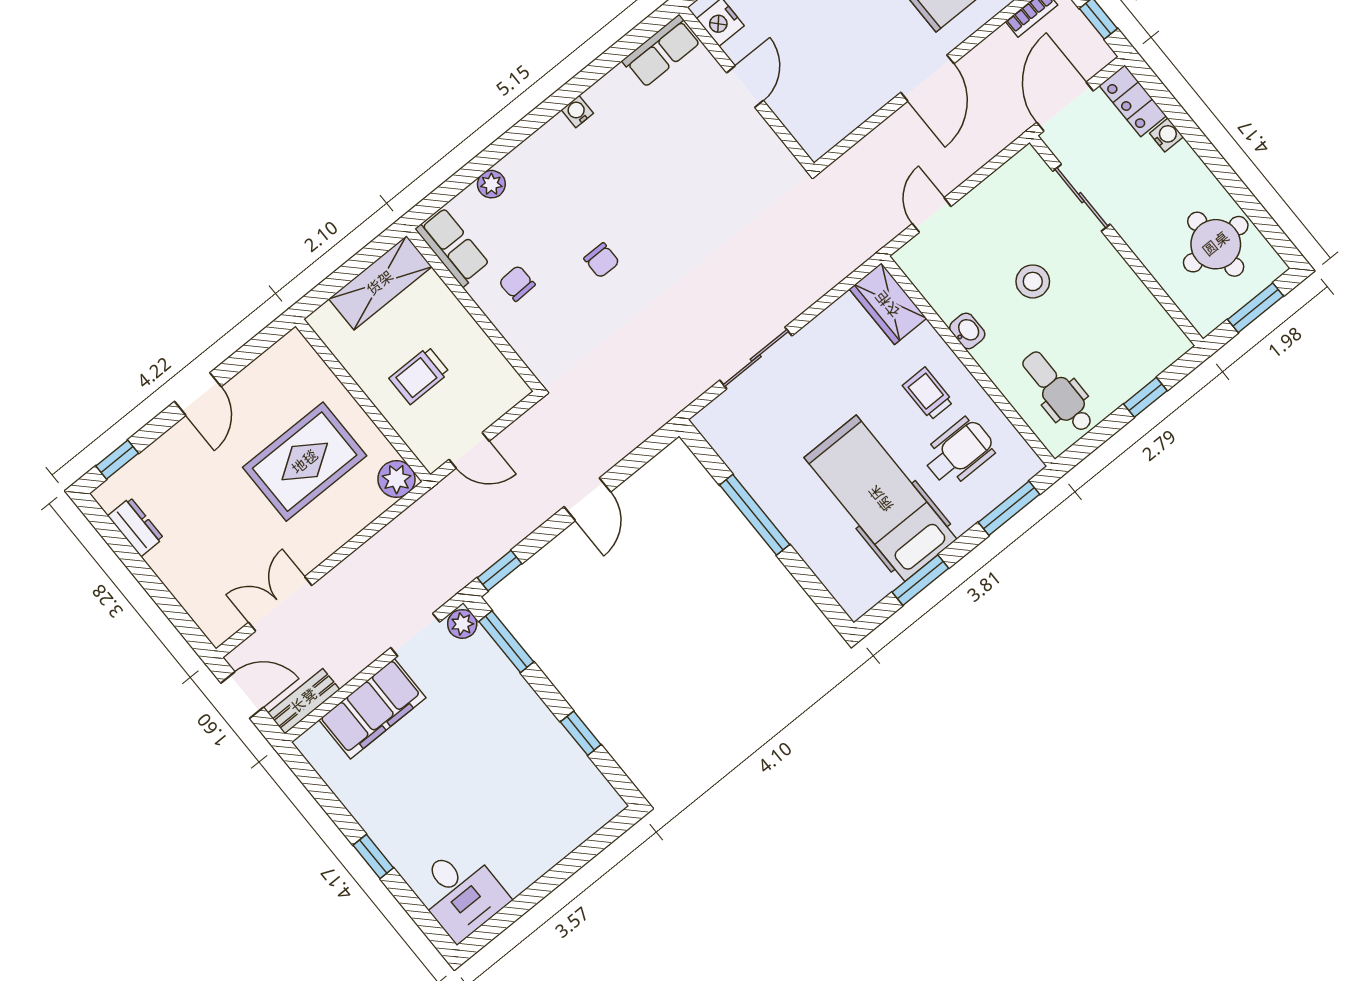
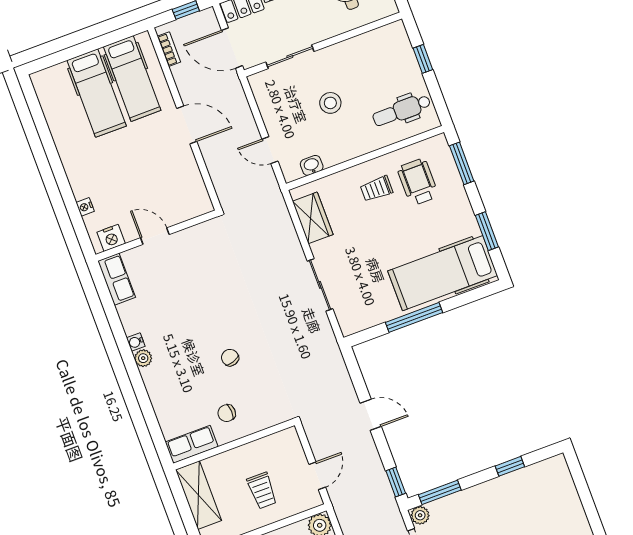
plant: (491, 184) -> (143, 358), moved
chair: (602, 260) -> (230, 358), turned -109
wardrobe: (888, 304) -> (313, 218), moved, turned -90
washbasin: (967, 331) -> (312, 165), moved
hospital bed: (881, 498) -> (443, 273), moved

